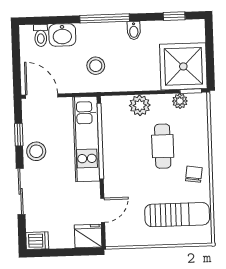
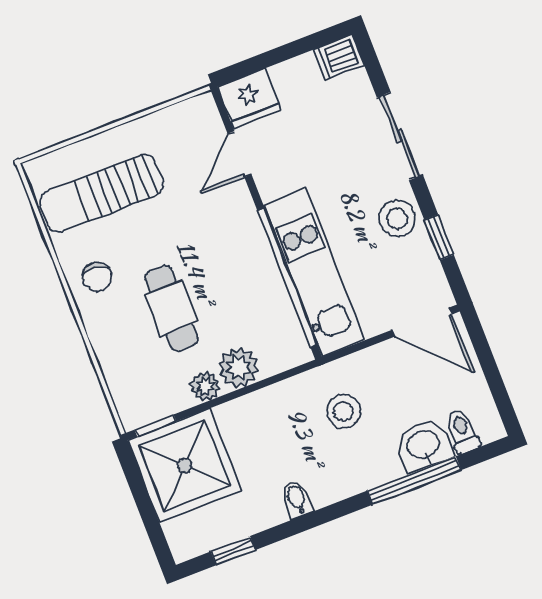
window: (105, 18) -> (414, 480), moved
plant: (180, 101) -> (205, 386), moved

